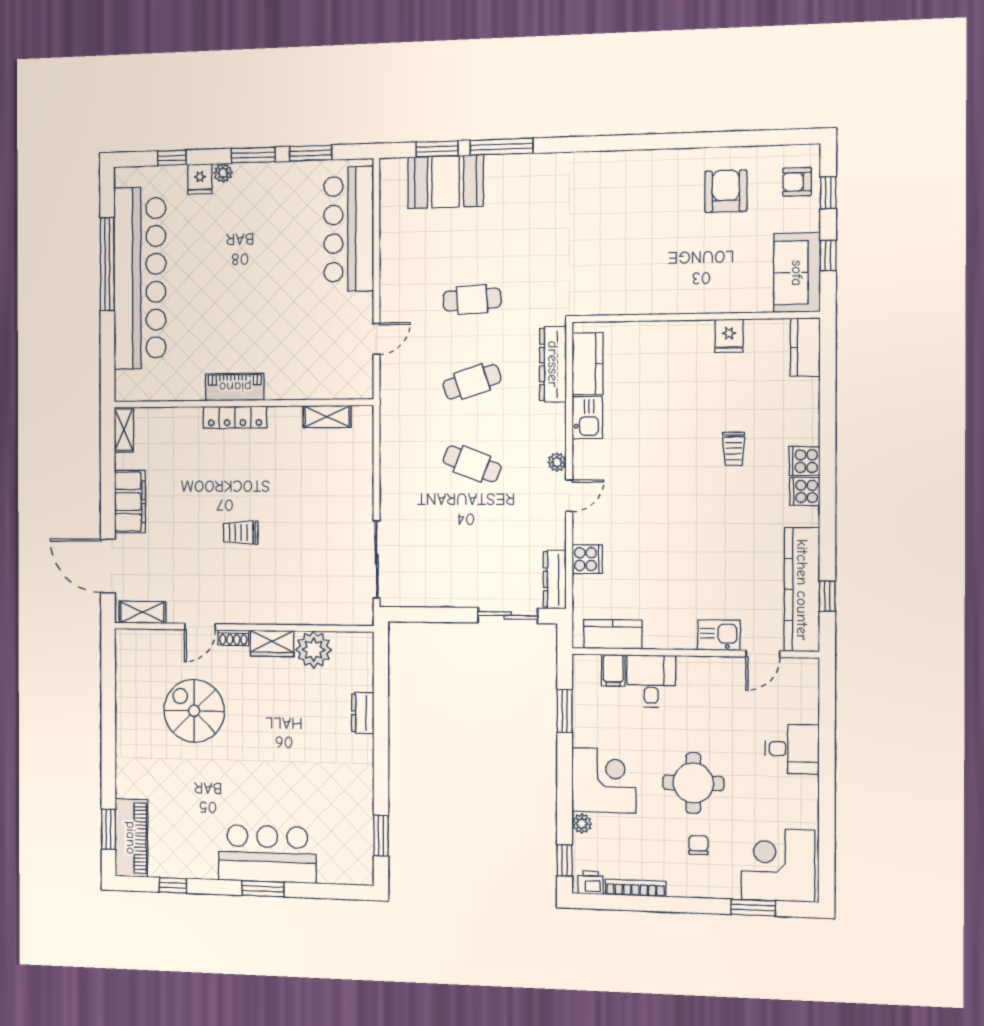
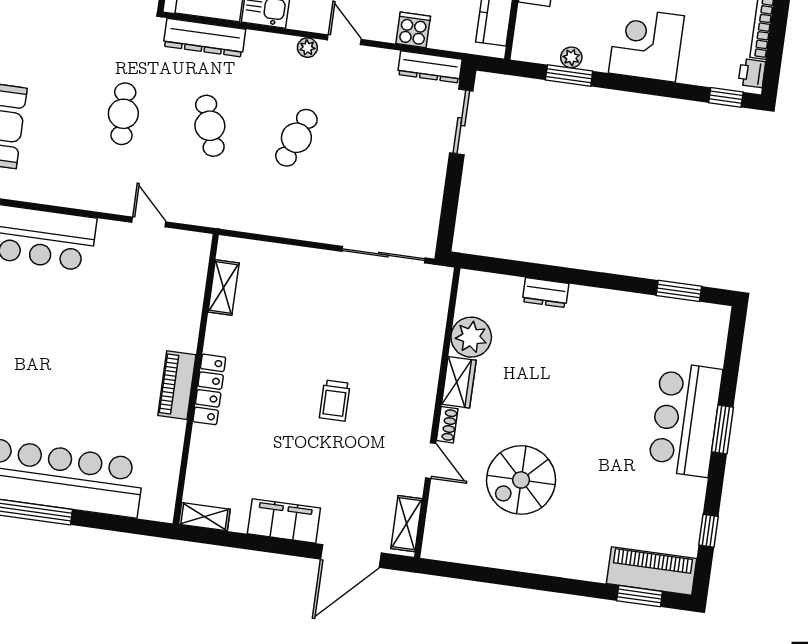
filing cabinet: (613, 670) -> (533, 19), removed
plant: (582, 823) -> (571, 57), moved

